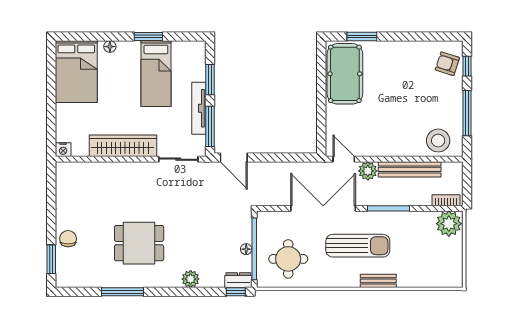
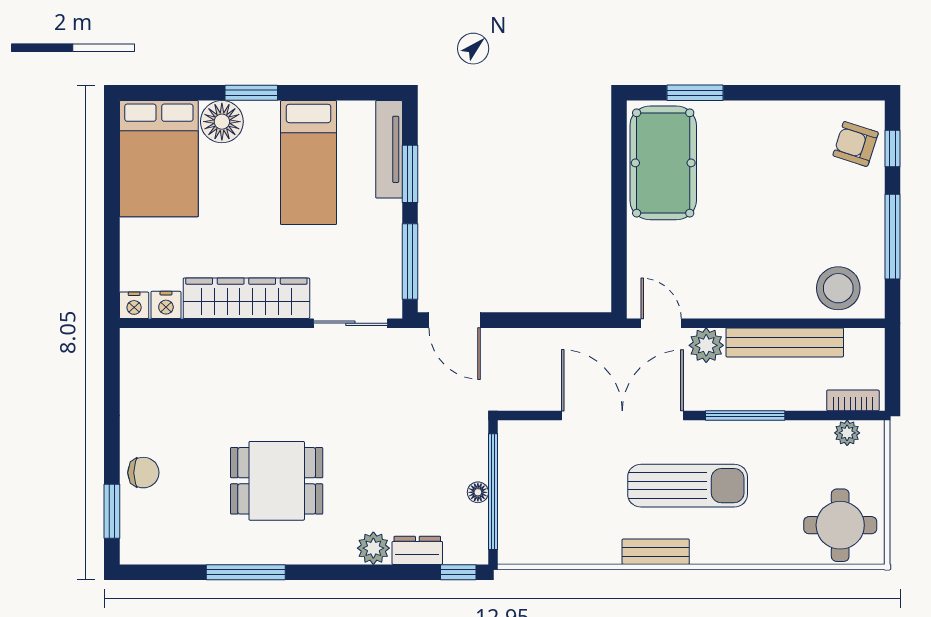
window: (148, 36) -> (251, 93), moved
floor lamp: (110, 47) -> (222, 122), width x1.89, depth x1.89
tv unit: (199, 108) -> (389, 149), moved
nightstand: (80, 149) -> (166, 305), added
plant: (449, 224) -> (847, 433), width x0.53, depth x0.53
chair: (68, 239) -> (143, 473), turned 90
round table: (288, 259) -> (840, 525), moved
dresser: (238, 280) -> (417, 550), moved
bench: (378, 281) -> (656, 552), moved

